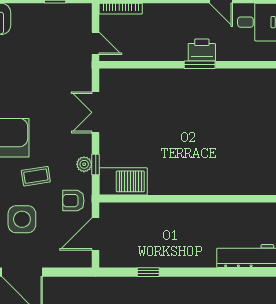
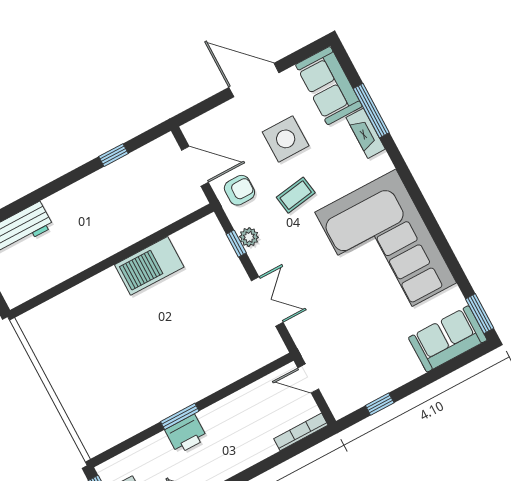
barbecue: (123, 181) -> (149, 266), moved
door: (96, 234) -> (195, 166), hinge flipped

